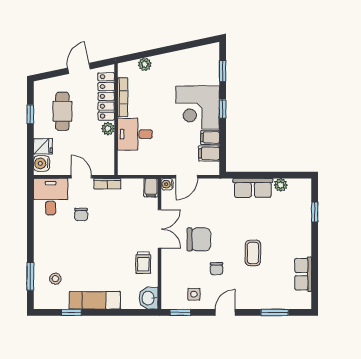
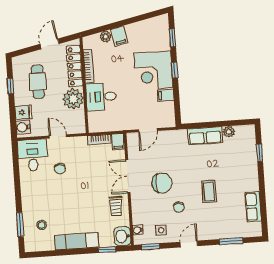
plant: (108, 129) -> (73, 99), width x1.88, depth x1.88
filing cabinet: (209, 153) -> (119, 36), moved, turned -102
bookcase: (107, 184) -> (99, 139), moved
water cooler: (167, 184) -> (138, 230), moved
double door: (160, 229) -> (128, 176), swing flipped
window: (71, 312) -> (107, 250), moved

